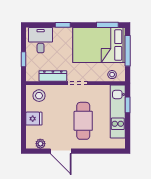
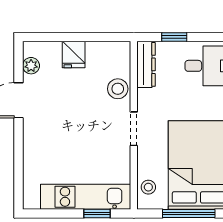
dresser: (53, 76) -> (146, 64), moved
stool: (39, 96) -> (118, 89), moved
cafe table: (83, 121) -> (70, 138), removed

